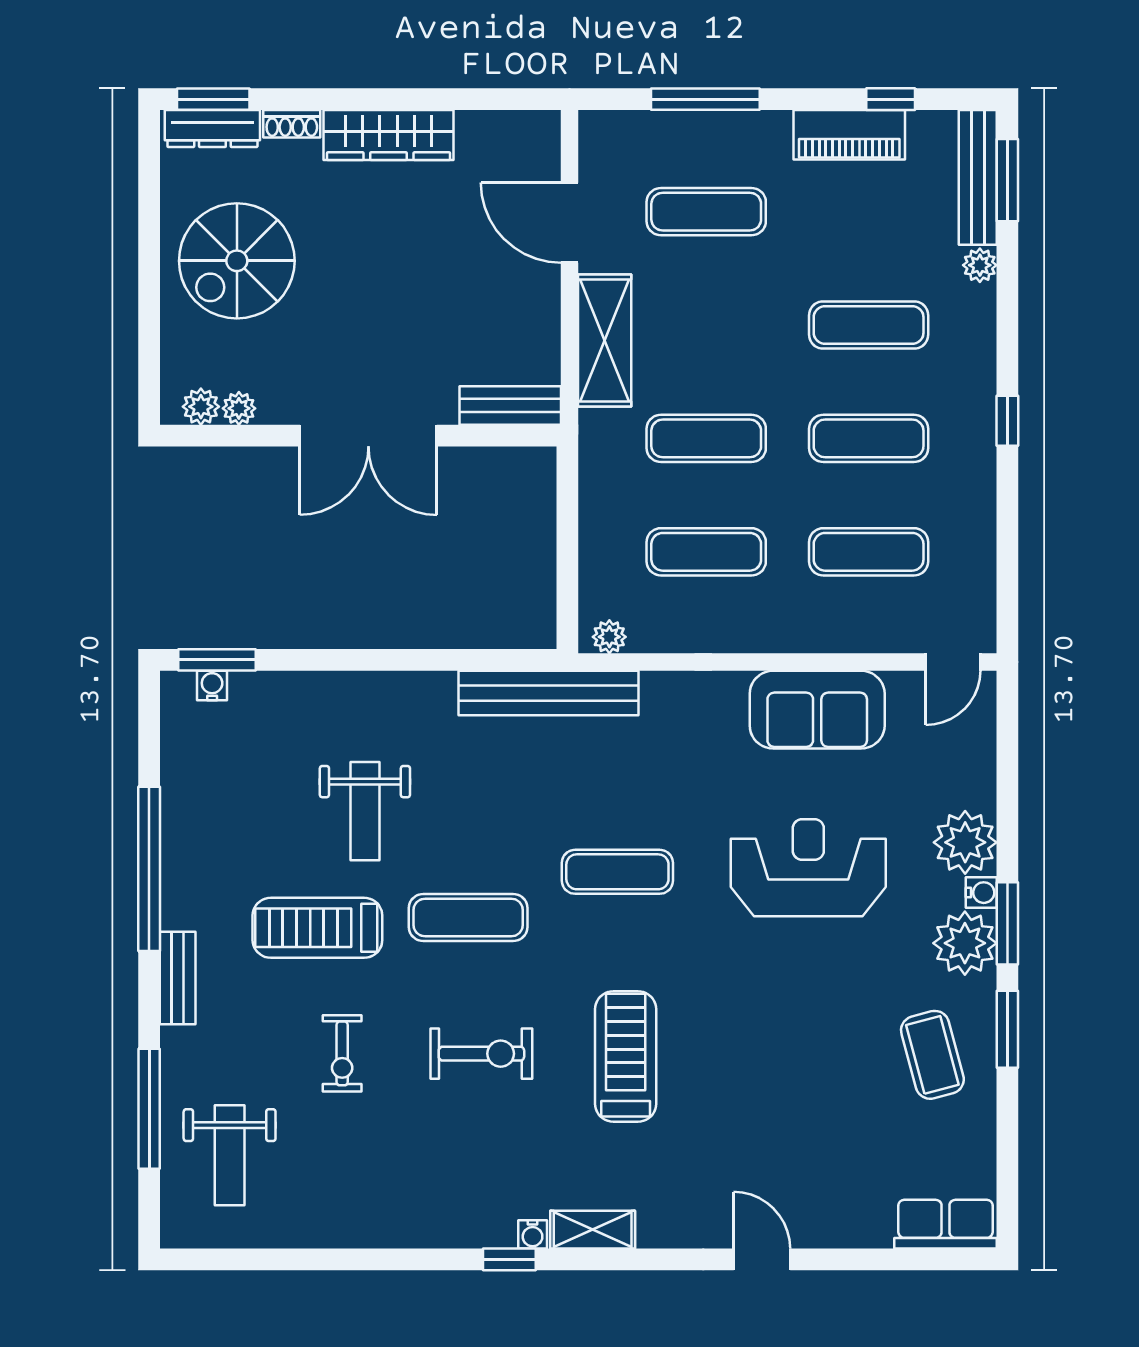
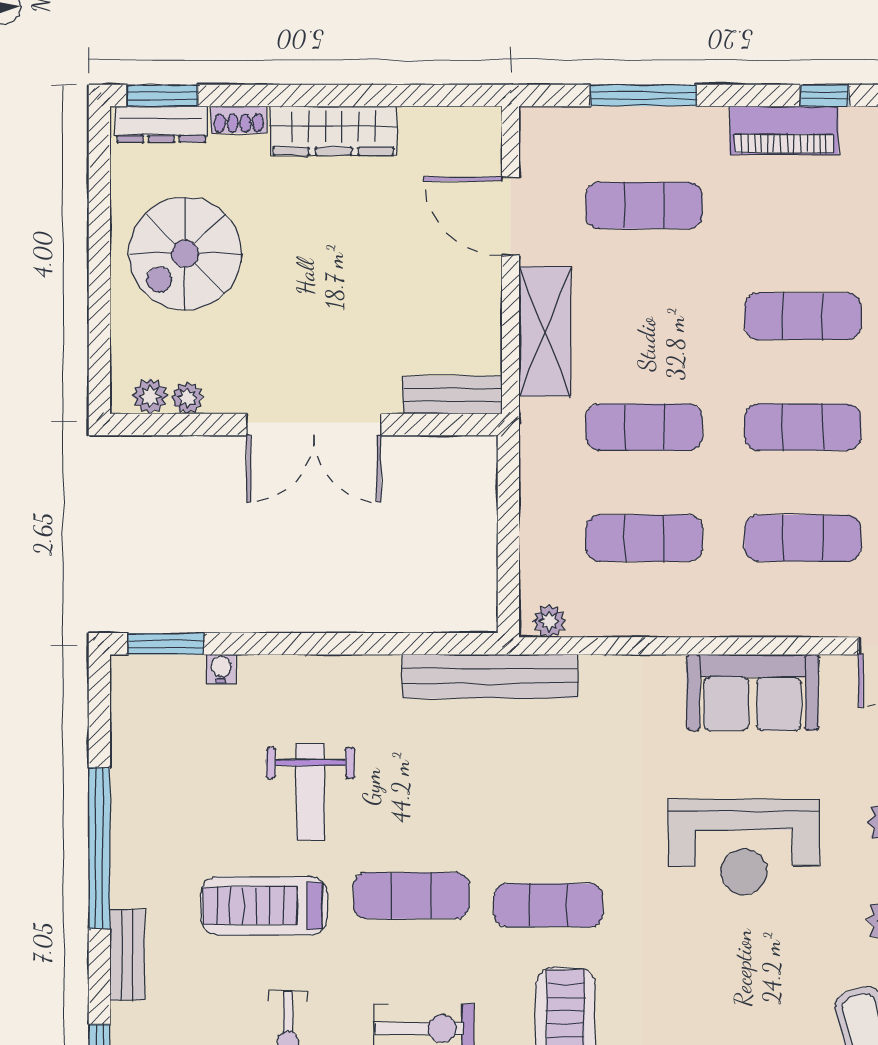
water cooler: (212, 686) -> (221, 669), moved
reception desk: (808, 868) -> (744, 847), turned 180
exercise mat: (617, 872) -> (548, 905), moved

